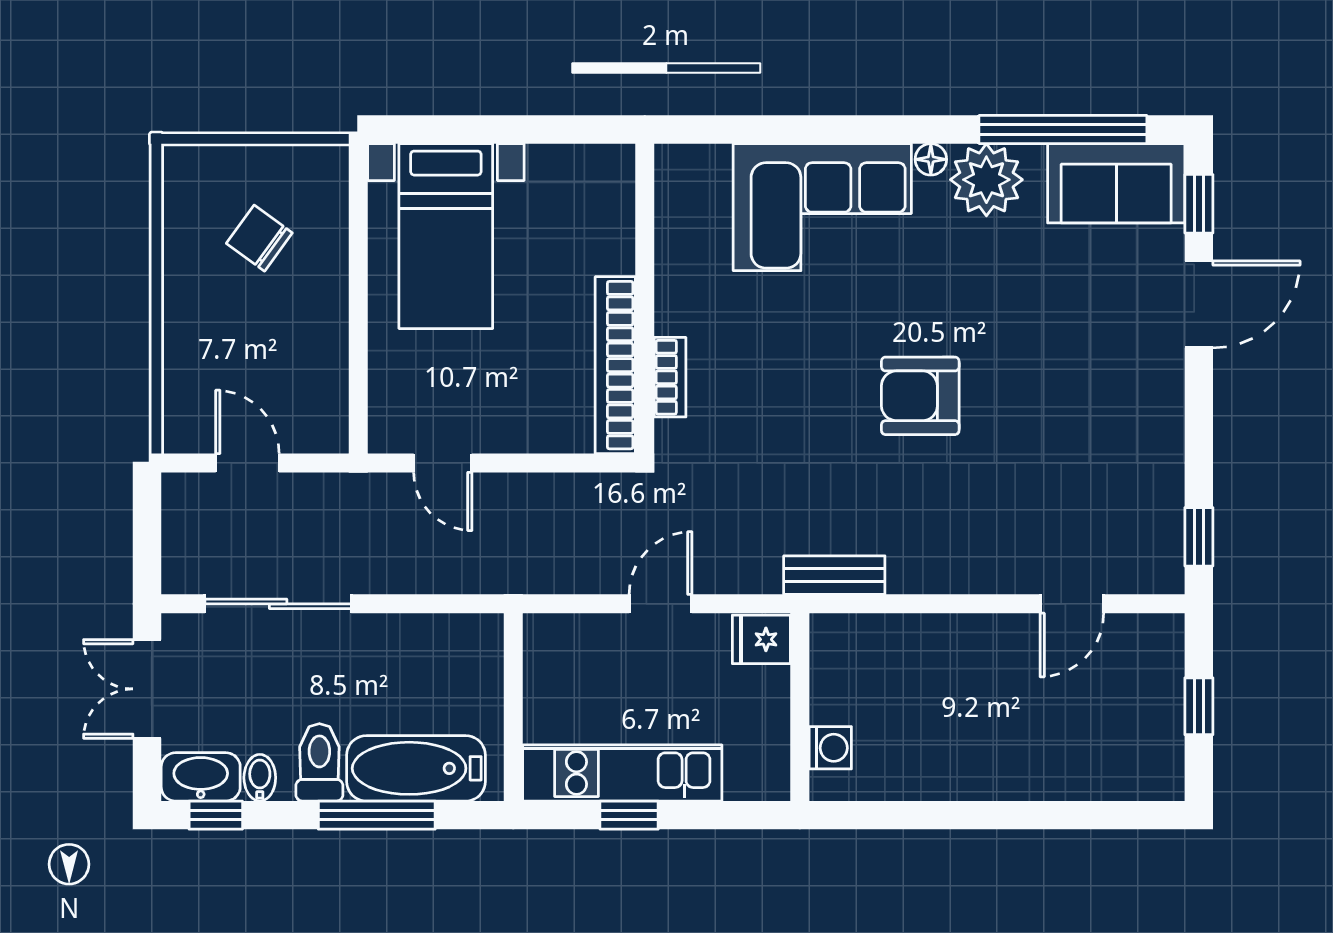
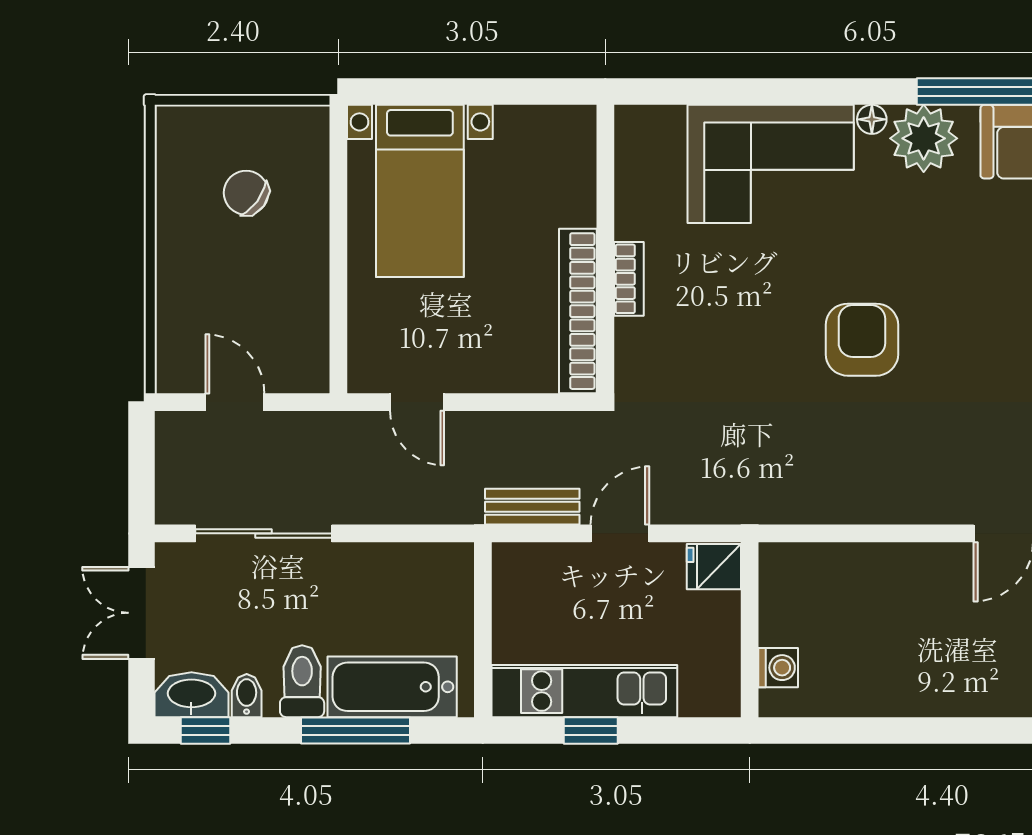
bookcase: (670, 377) -> (629, 279), moved
armchair: (920, 396) -> (862, 340), turned 90
bench: (834, 575) -> (532, 507), moved

